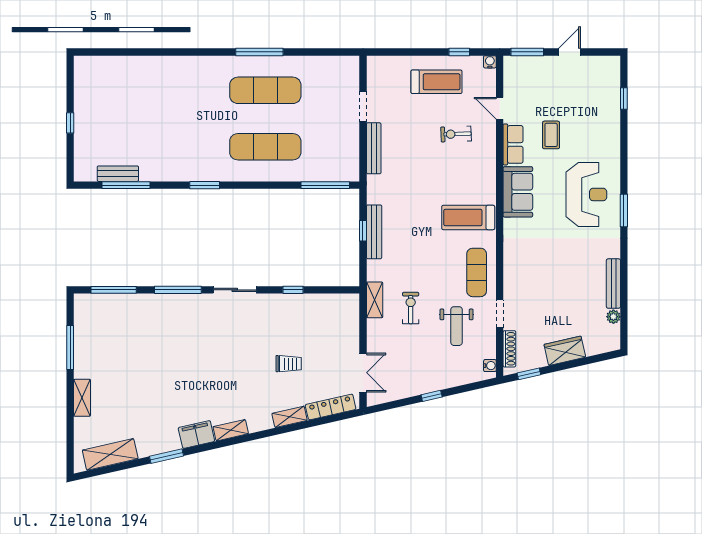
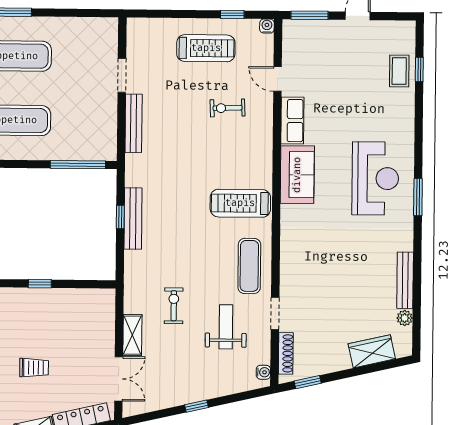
coffee table: (551, 135) -> (399, 71), moved
shelving: (375, 300) -> (132, 335), moved
weight bench: (457, 326) -> (226, 327), turned 180
wardrobe: (565, 351) -> (372, 351), moved

